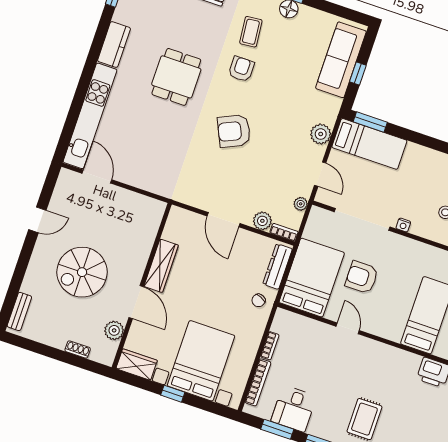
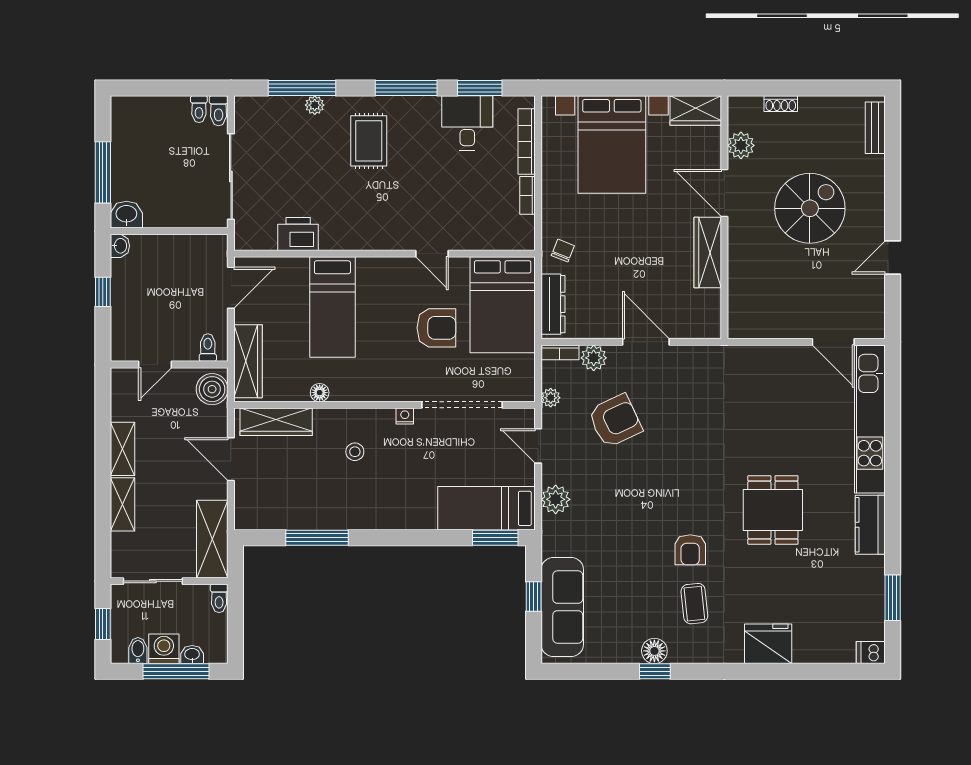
armchair: (234, 131) -> (615, 421), moved
window: (173, 394) -> (635, 88), removed

